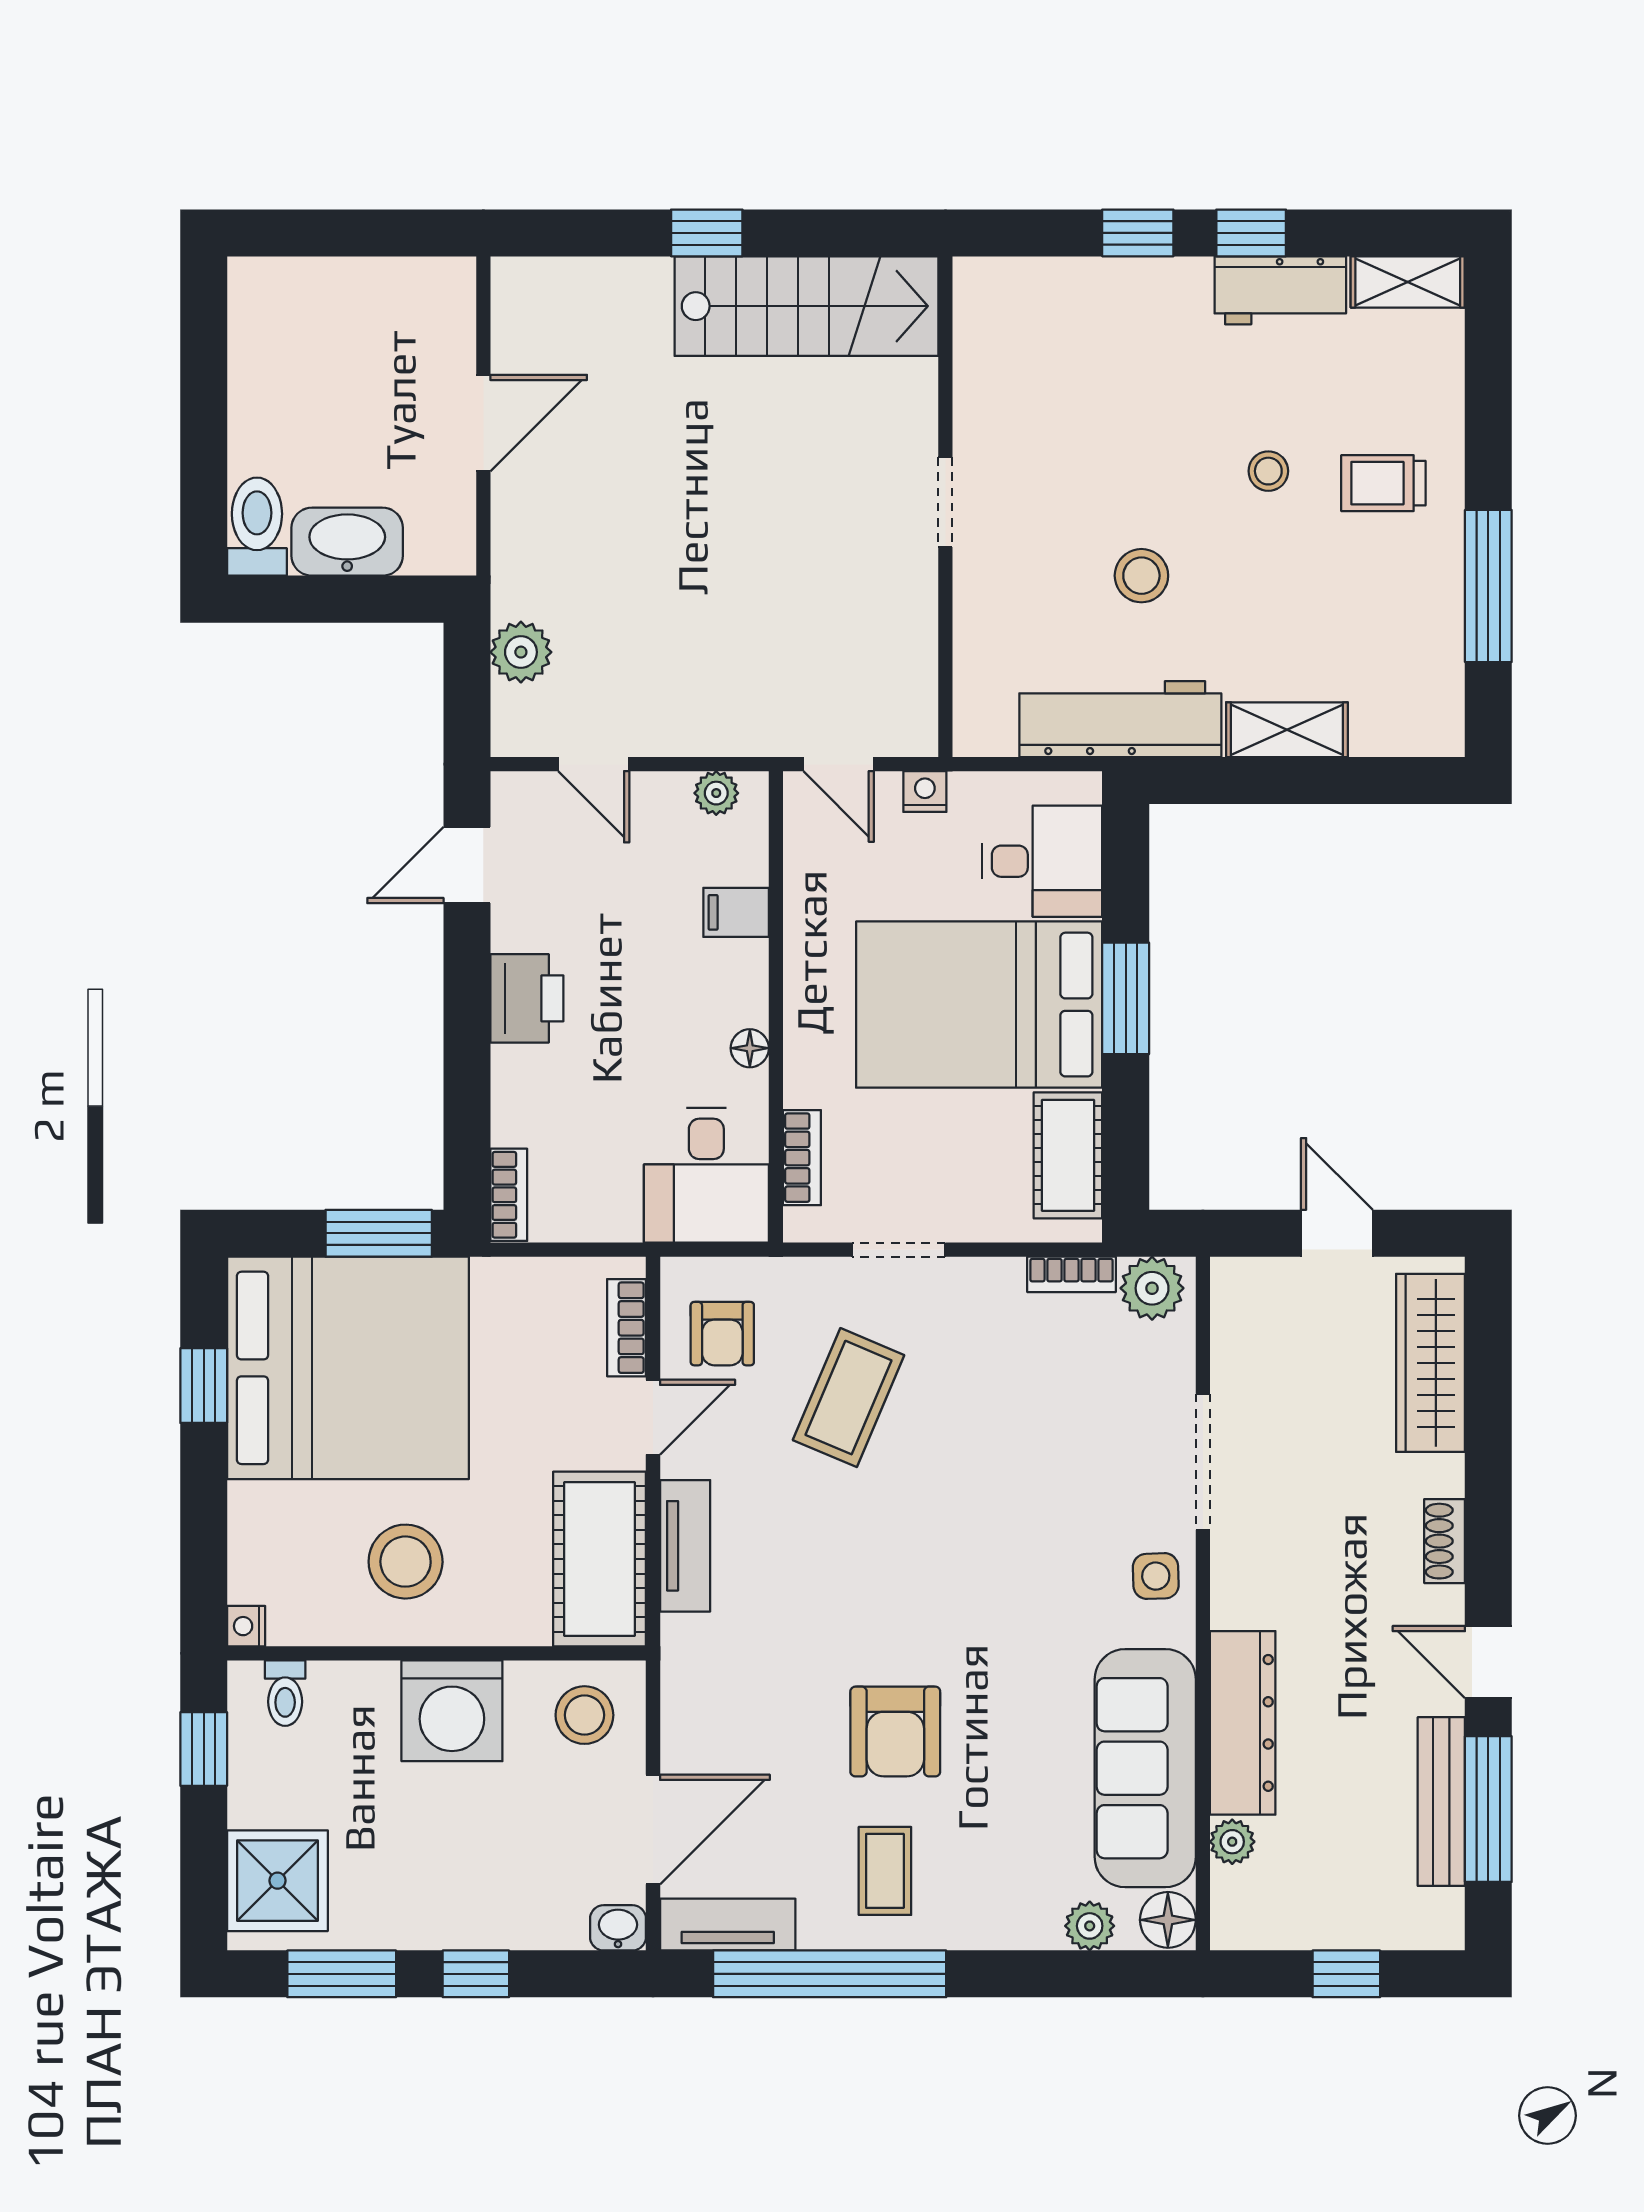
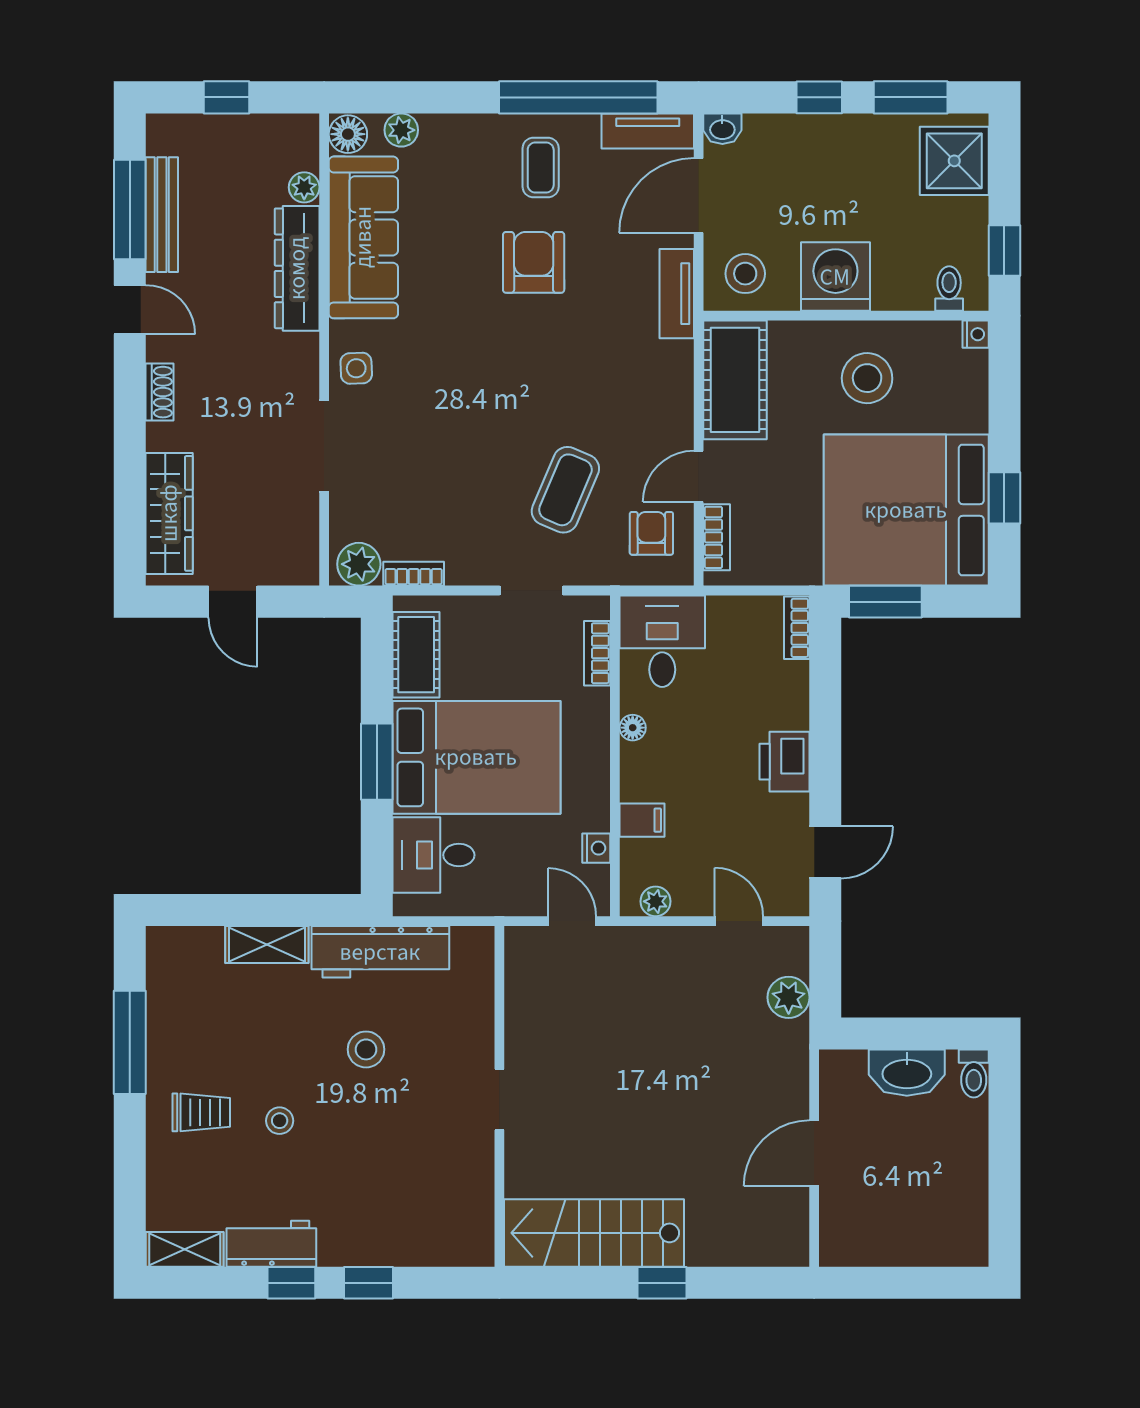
toilet: (257, 527) -> (974, 1074), width x0.73, depth x0.72
nightstand: (925, 792) -> (596, 848), moved, turned -90
tv unit: (685, 1546) -> (677, 294), moved

